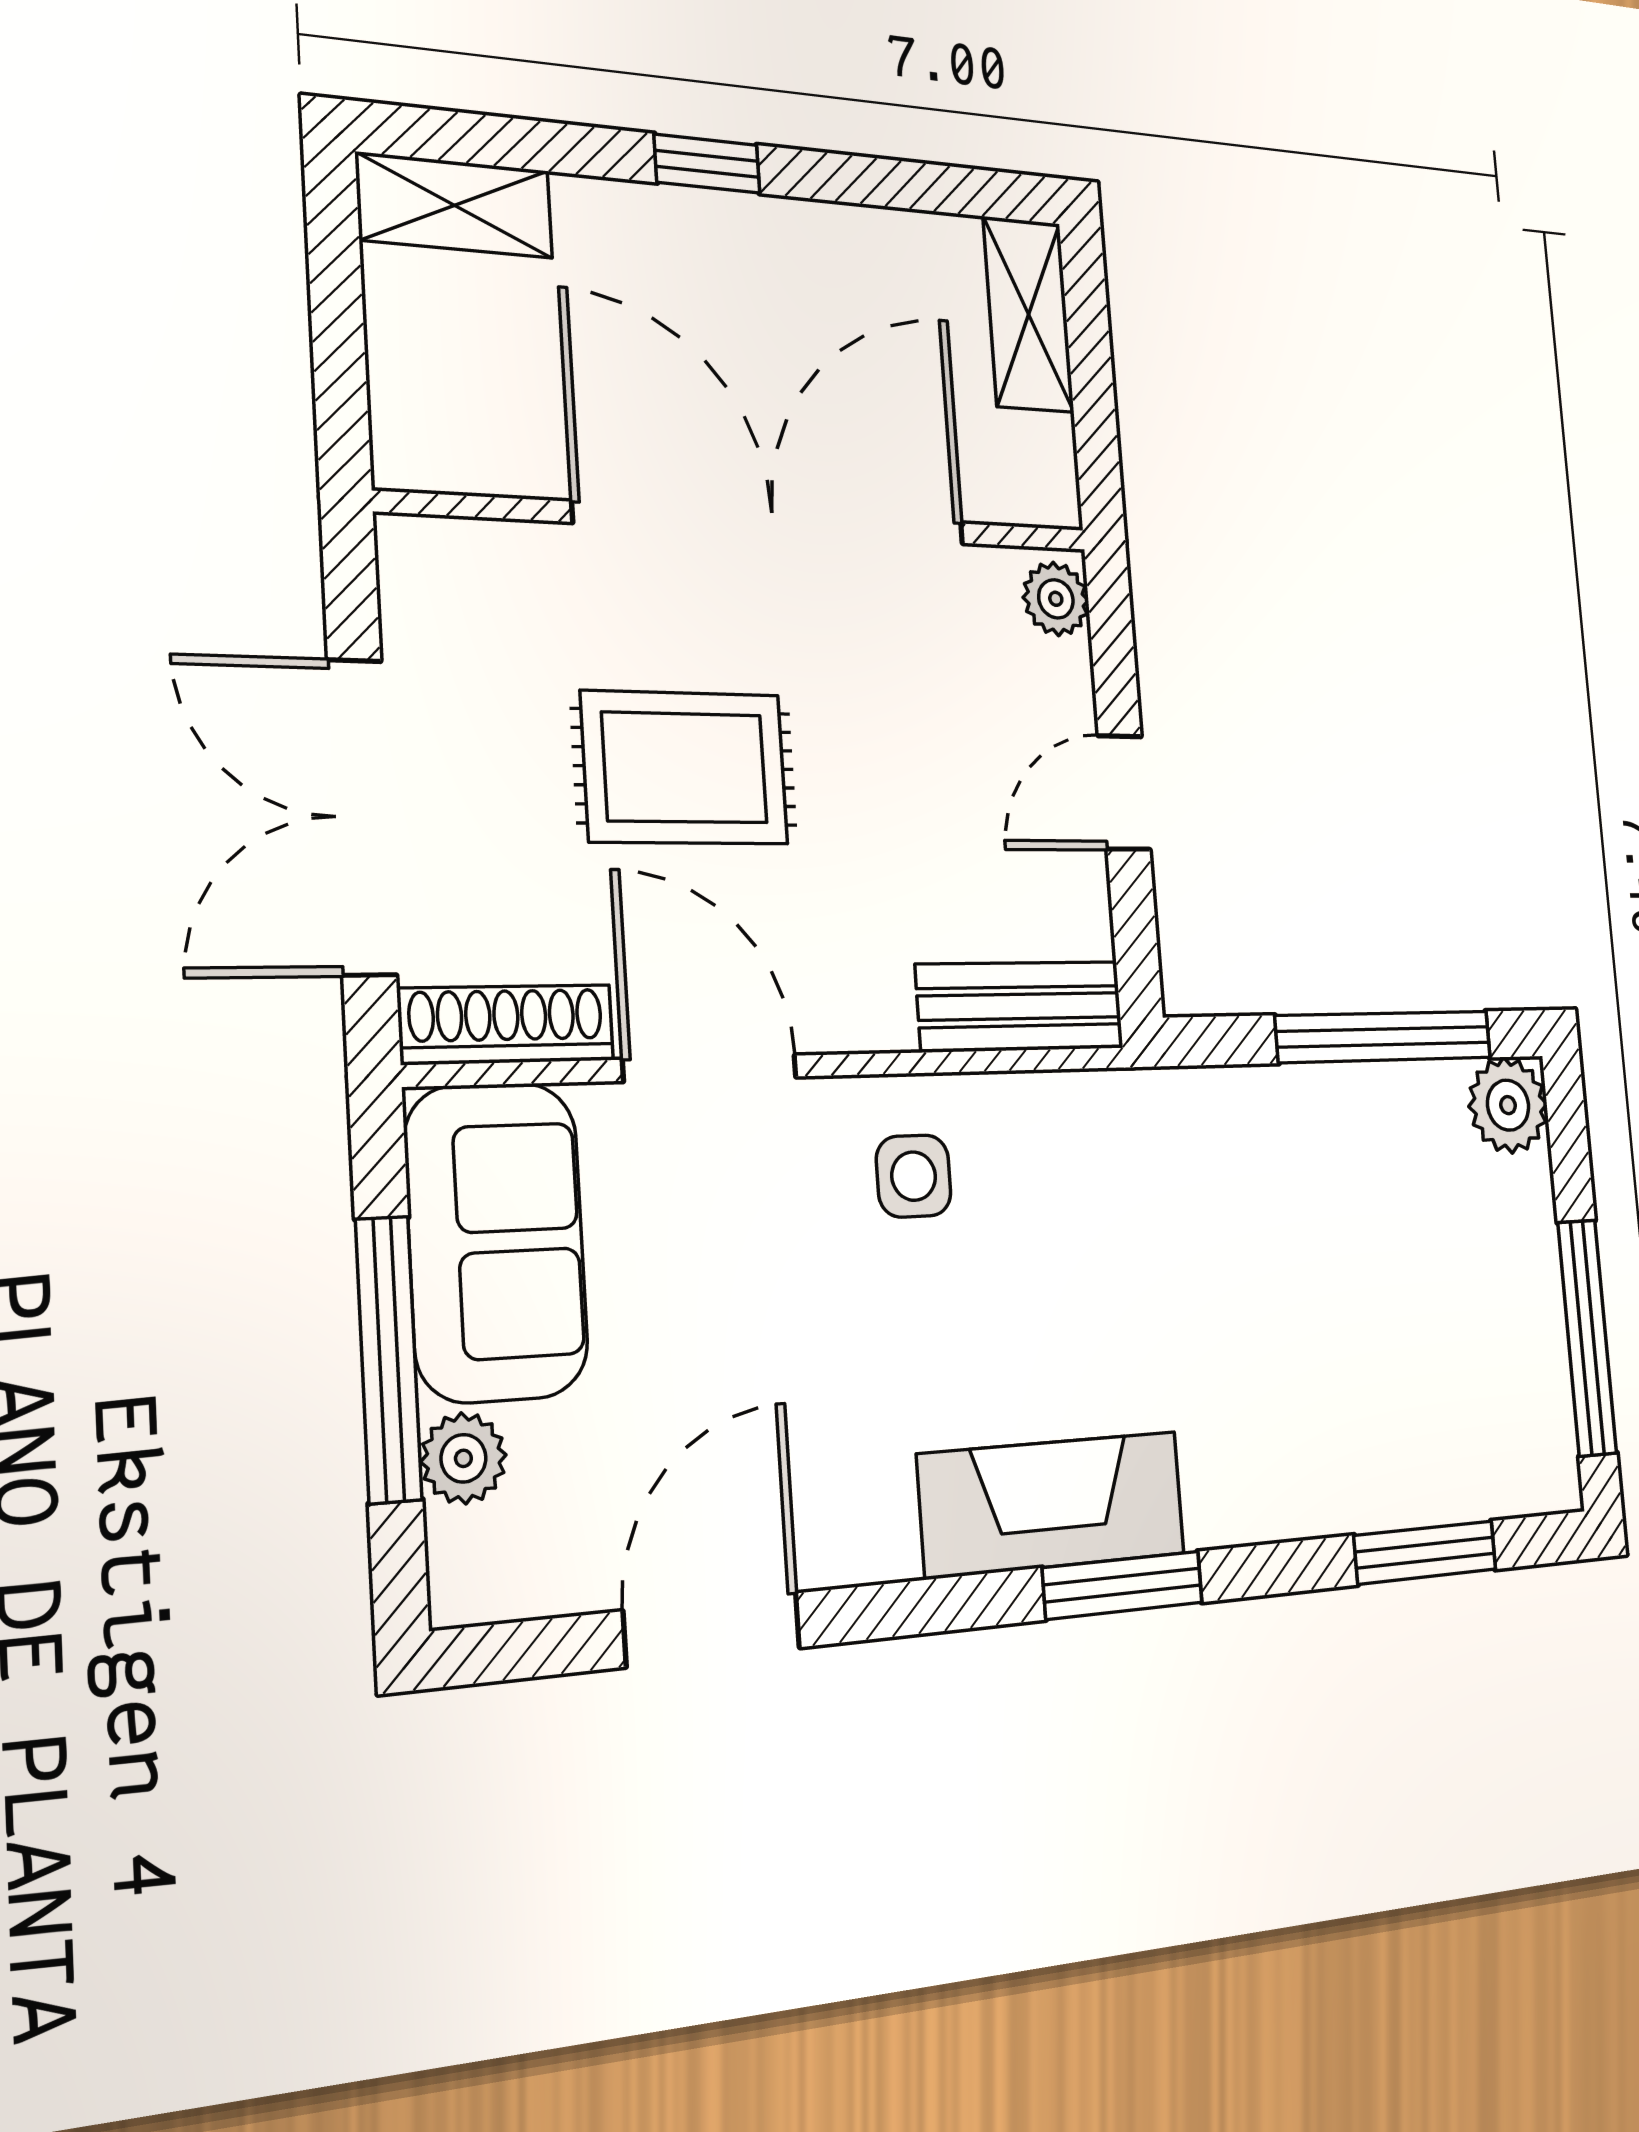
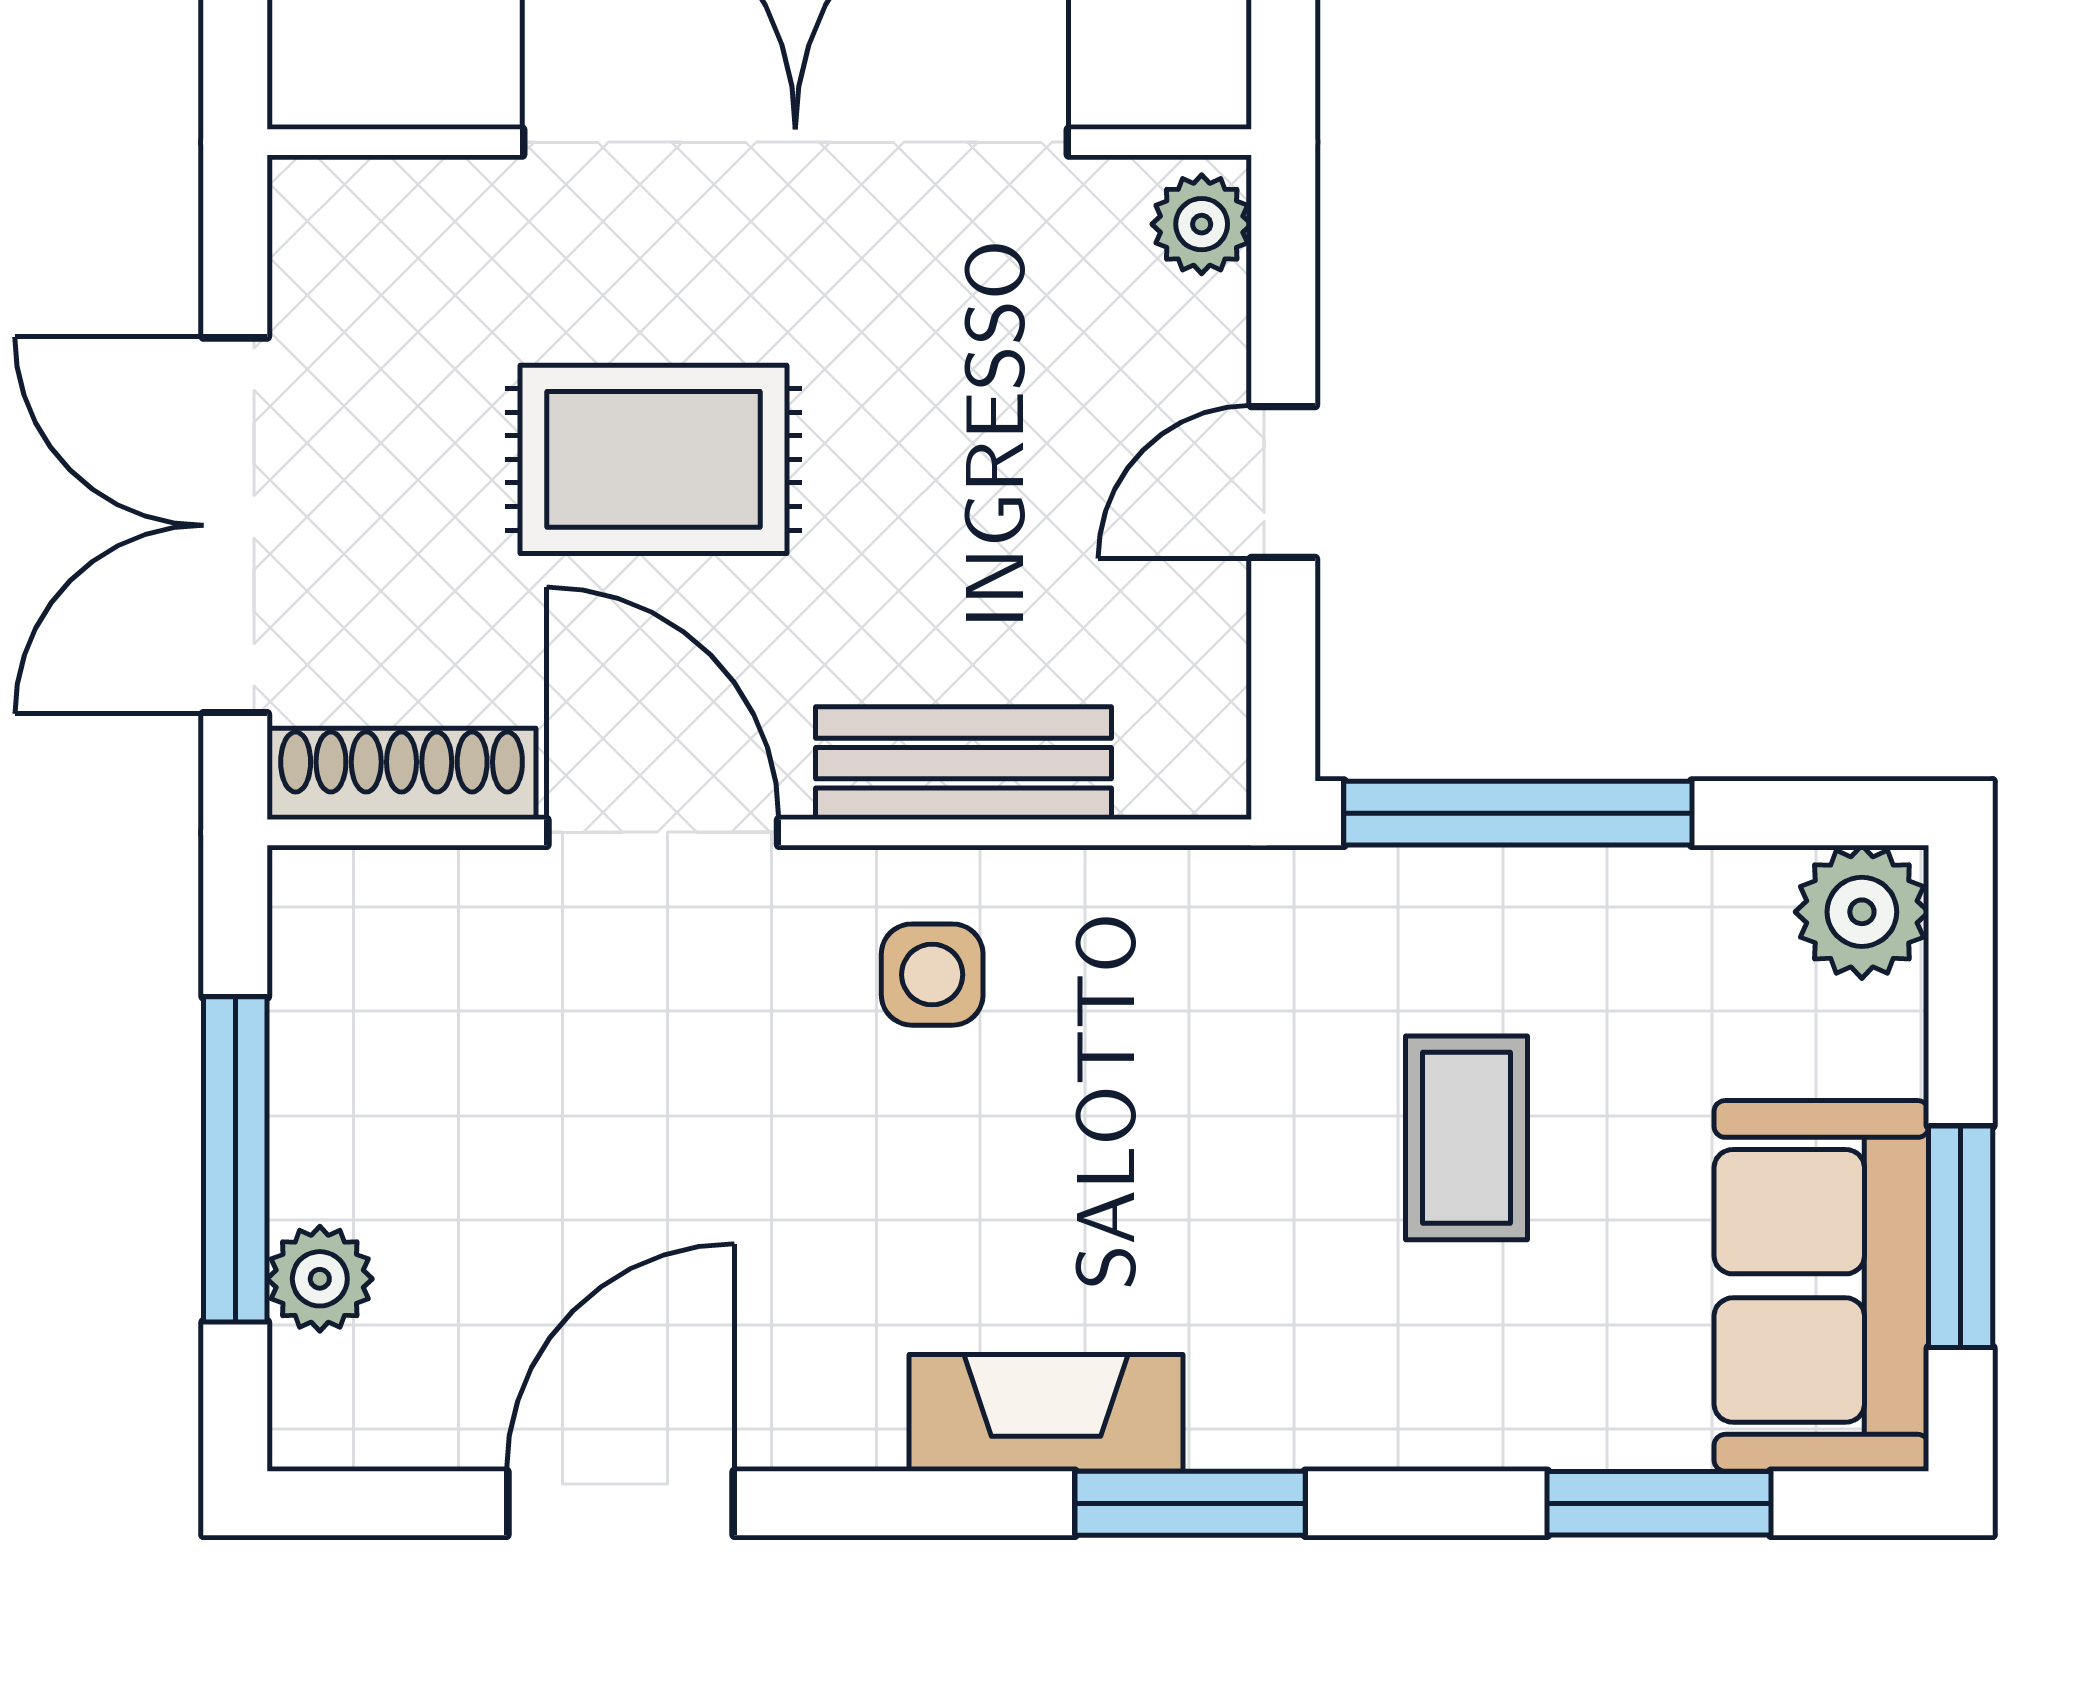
bench: (1020, 1006) -> (964, 763), moved
window: (1384, 1037) -> (1518, 813), moved
sofa: (496, 1242) -> (1821, 1286), moved, turned 180
coffee table: (1281, 1285) -> (1466, 1138), added
window: (1587, 1338) -> (1961, 1237), width x0.69
fireplace: (1052, 1504) -> (1046, 1413), width x0.73, depth x0.76

